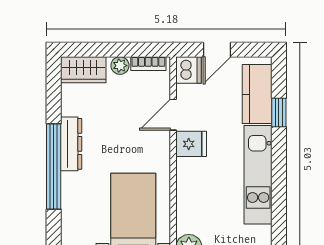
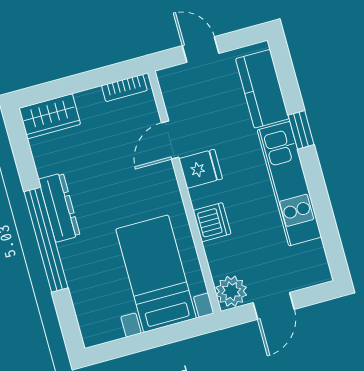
door: (217, 50) -> (201, 50), swing flipped
plant: (120, 66) -> (92, 99), removed
dishwasher: (189, 70) -> (212, 222), moved
window: (279, 112) -> (301, 130), moved

